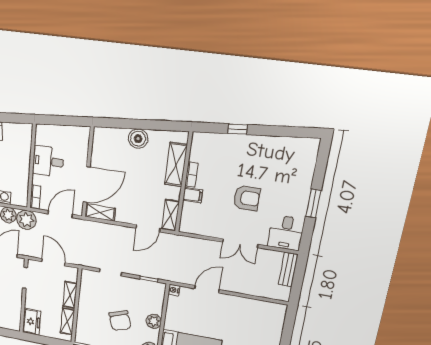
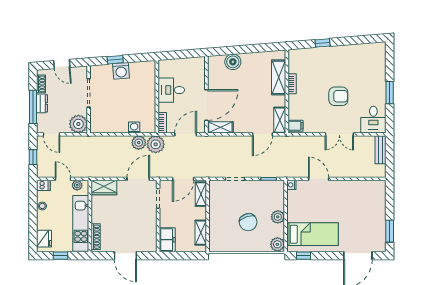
boiler: (138, 139) -> (233, 62), moved
filing cabinet: (193, 195) -> (296, 126), moved
door: (53, 262) -> (183, 179), swing flipped
door: (207, 289) -> (319, 179), hinge flipped
shelving: (70, 295) -> (201, 194), moved

